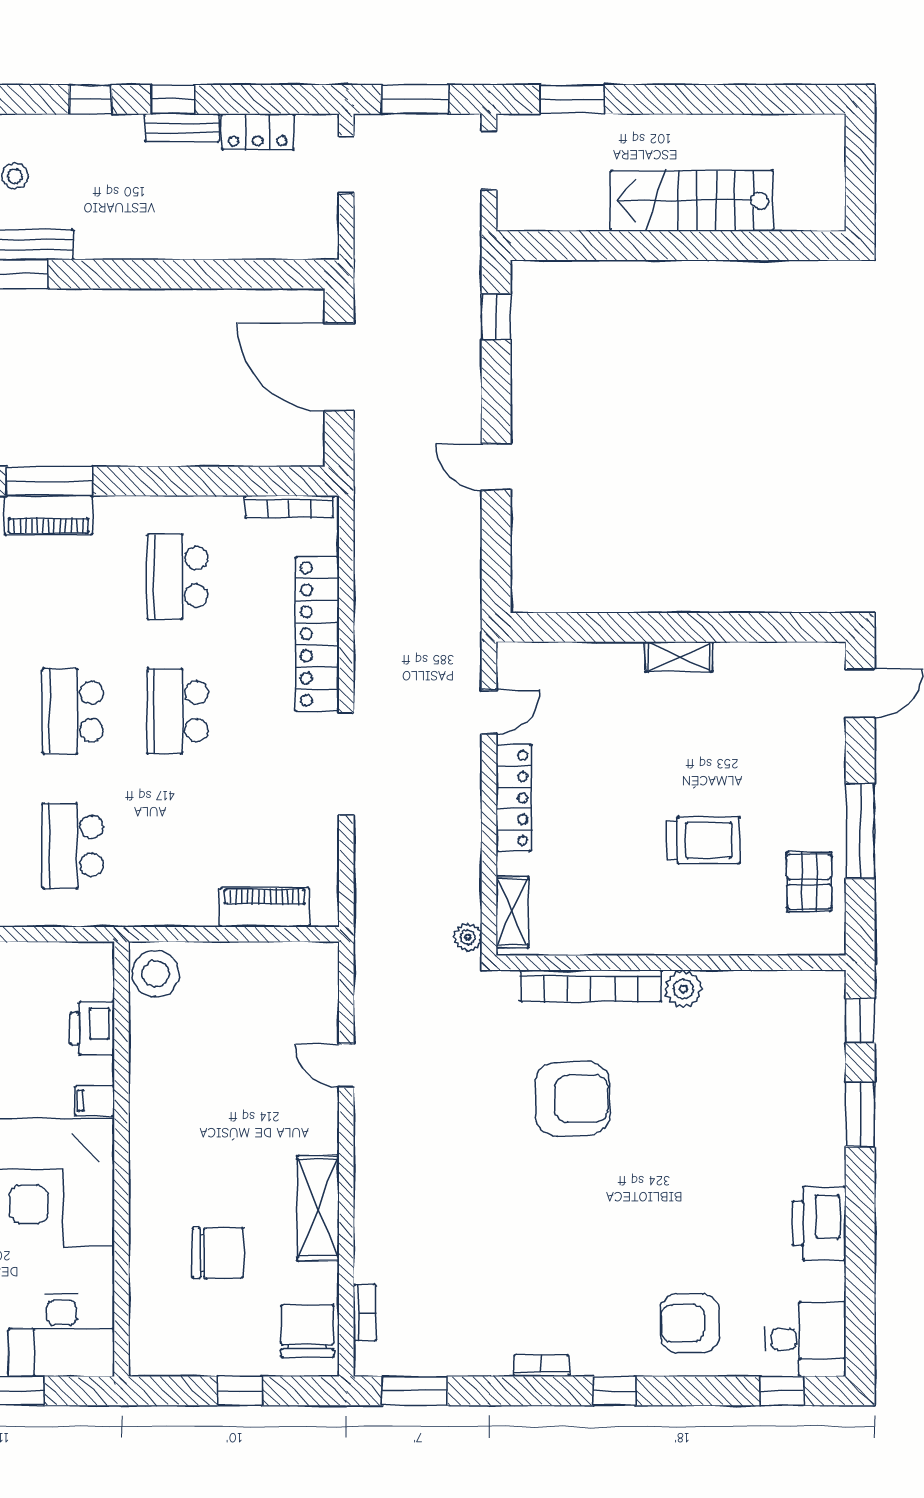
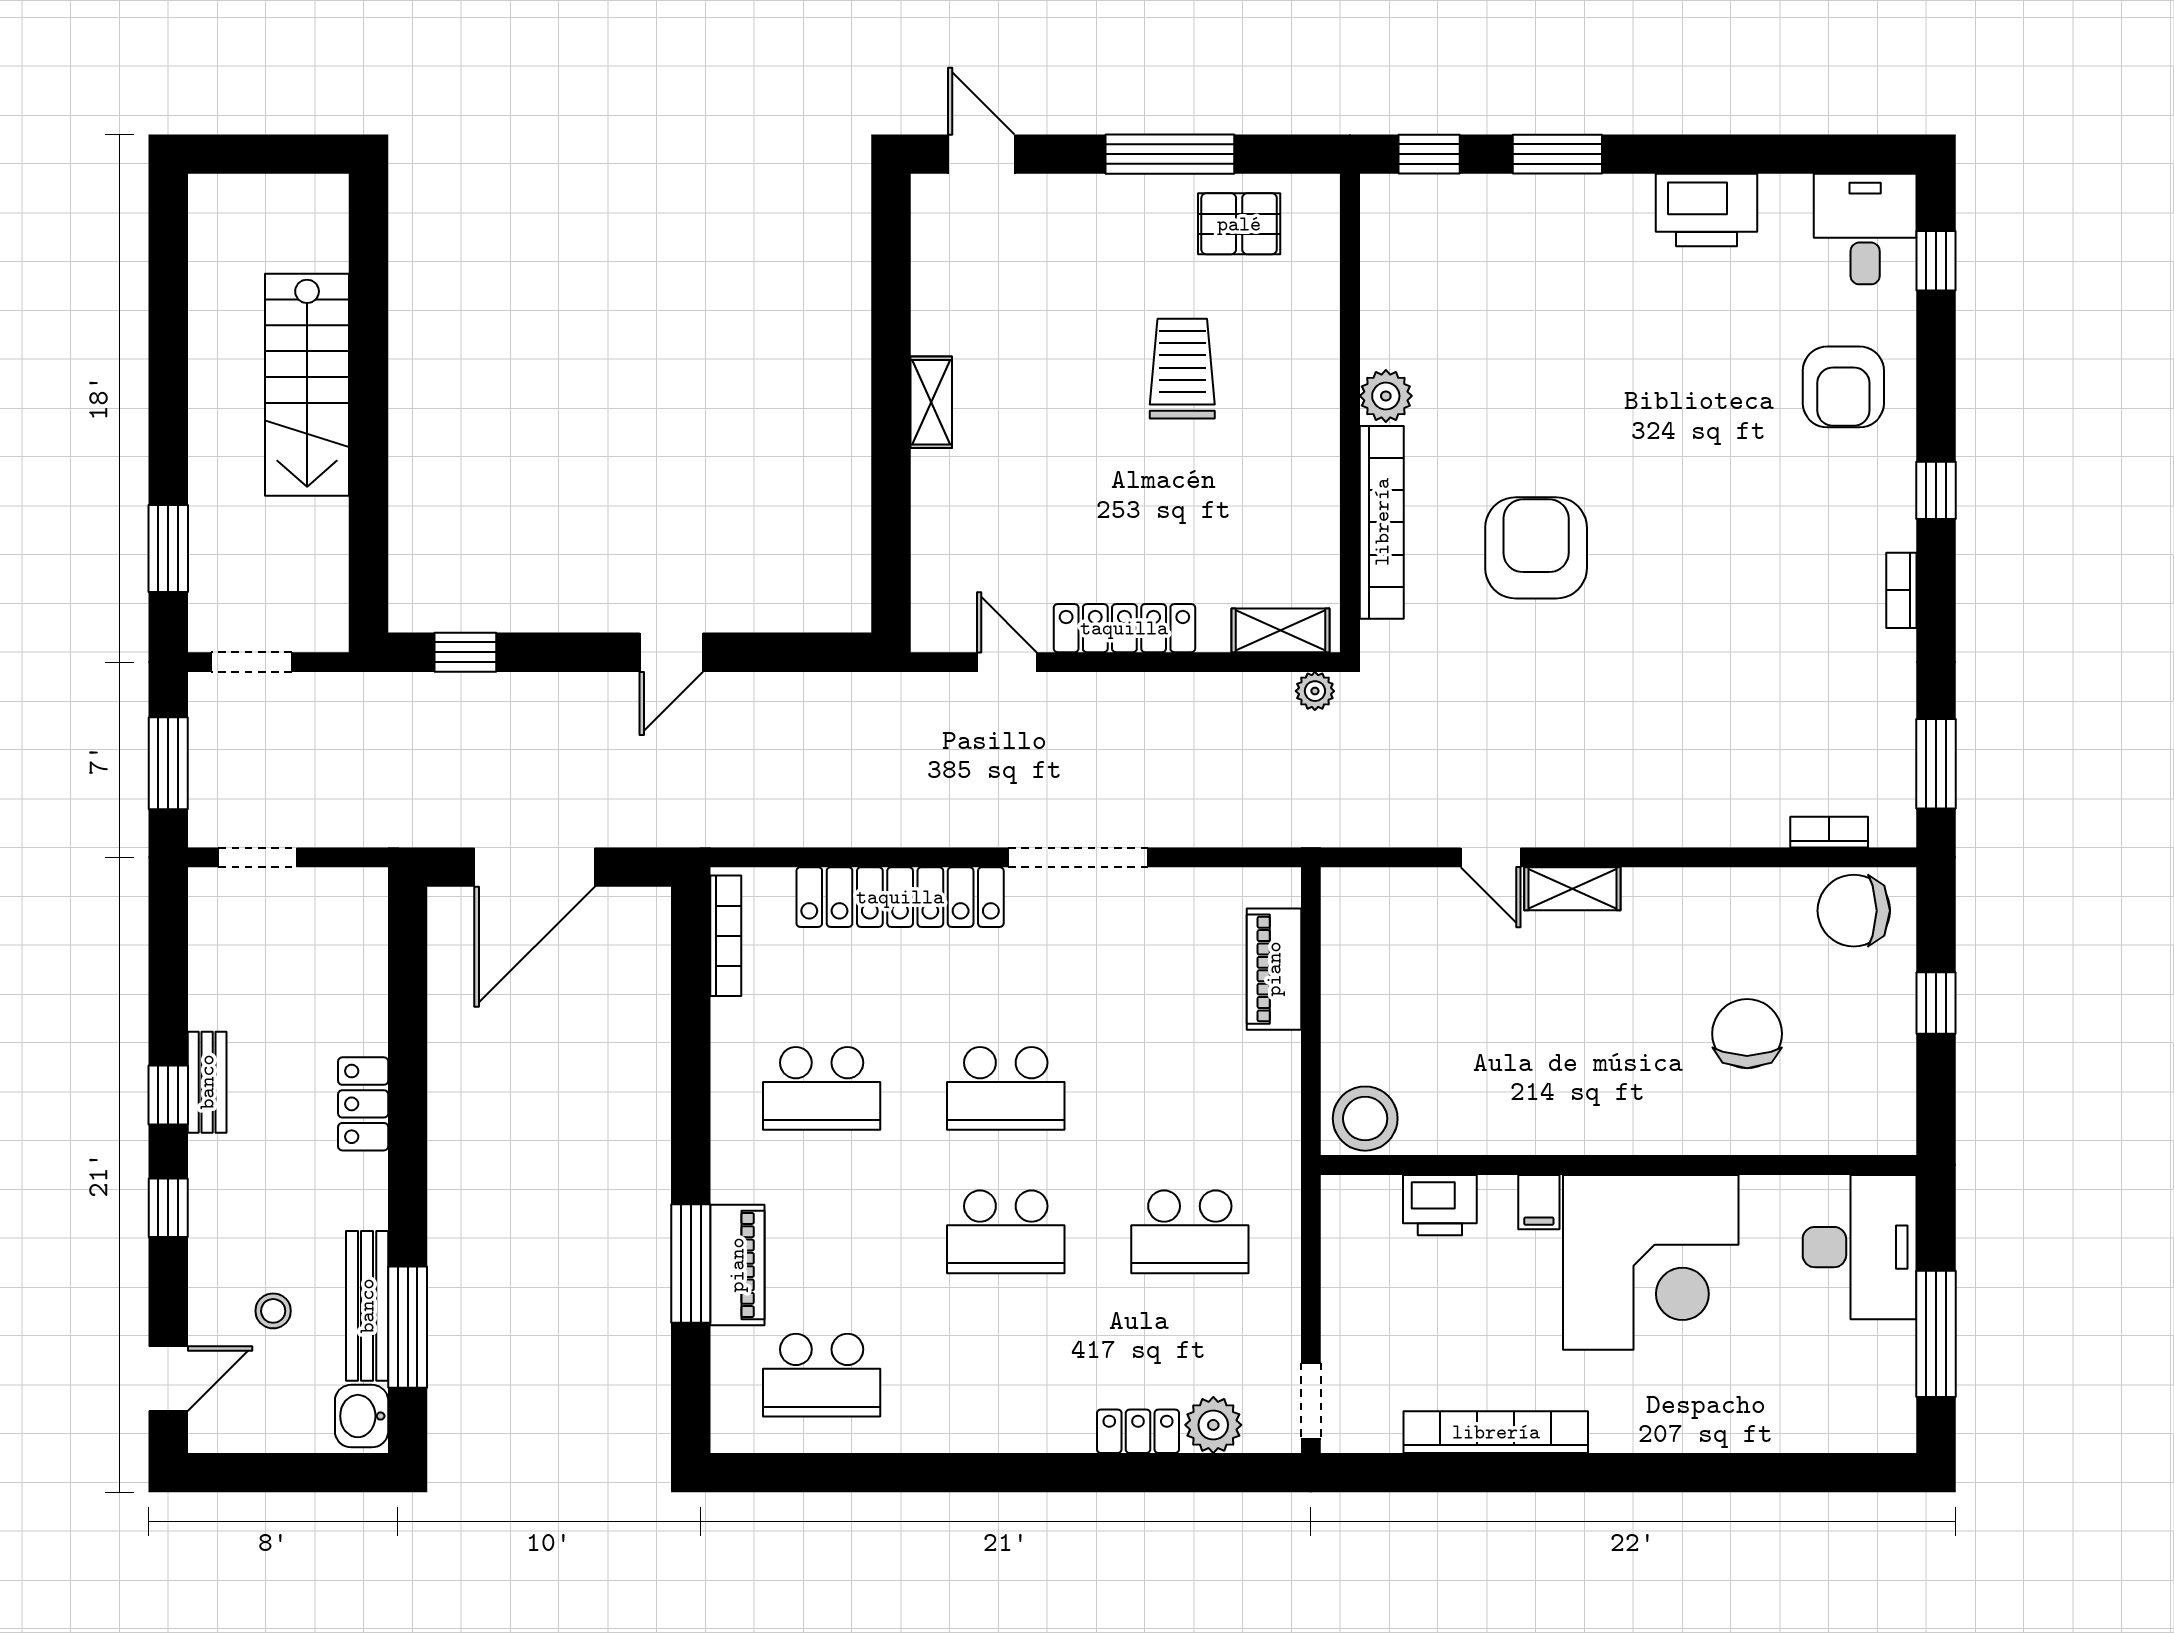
locker: (258, 132) -> (363, 1104), moved, turned 180
door: (346, 1065) -> (1491, 857), hinge flipped
shelving: (318, 1208) -> (1572, 889), moved, width x0.67, depth x0.75

